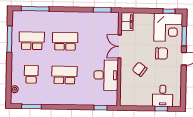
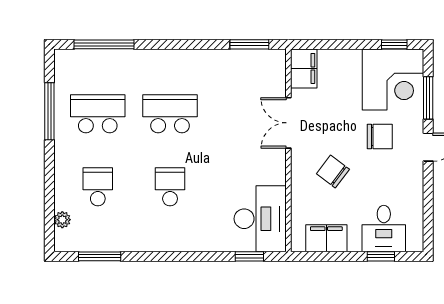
school desk: (64, 75) -> (170, 187), width x0.54
desk: (106, 75) -> (260, 219), moved
filing cabinet: (136, 100) -> (326, 238), added

